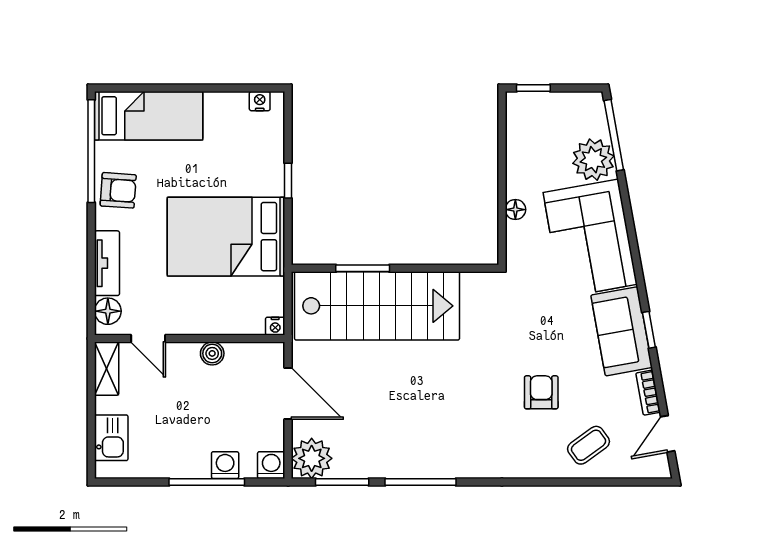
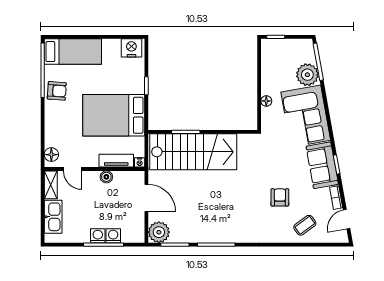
nightstand: (260, 101) -> (131, 48), width x1.89, depth x1.79
tv unit: (107, 263) -> (116, 161), moved, turned -90
kitchen sink: (111, 438) -> (53, 217), width x1.38
washing machine: (271, 465) -> (98, 236), moved

